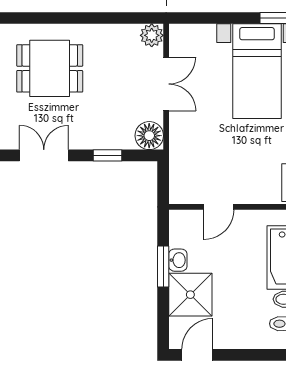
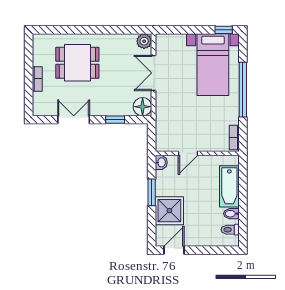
double door: (166, 84) -> (154, 73), swing flipped
washbasin: (178, 260) -> (161, 162), moved

